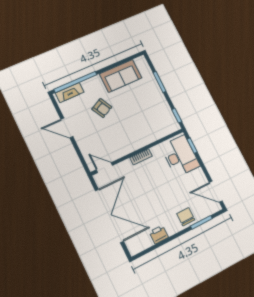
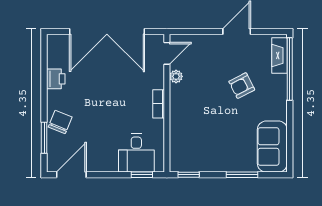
sofa: (121, 76) -> (272, 147), moved
plant: (117, 154) -> (176, 76), added
desk: (180, 156) -> (136, 153), width x0.73
chair: (186, 217) -> (60, 122), turned -68

